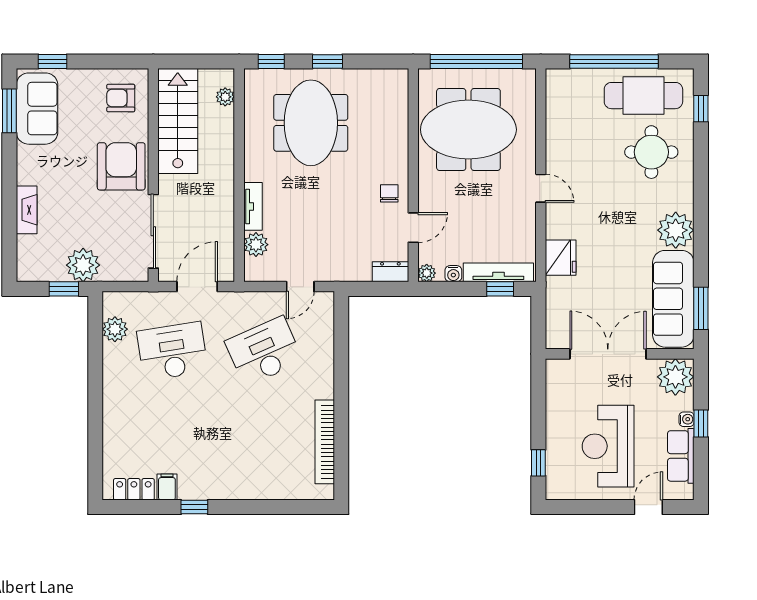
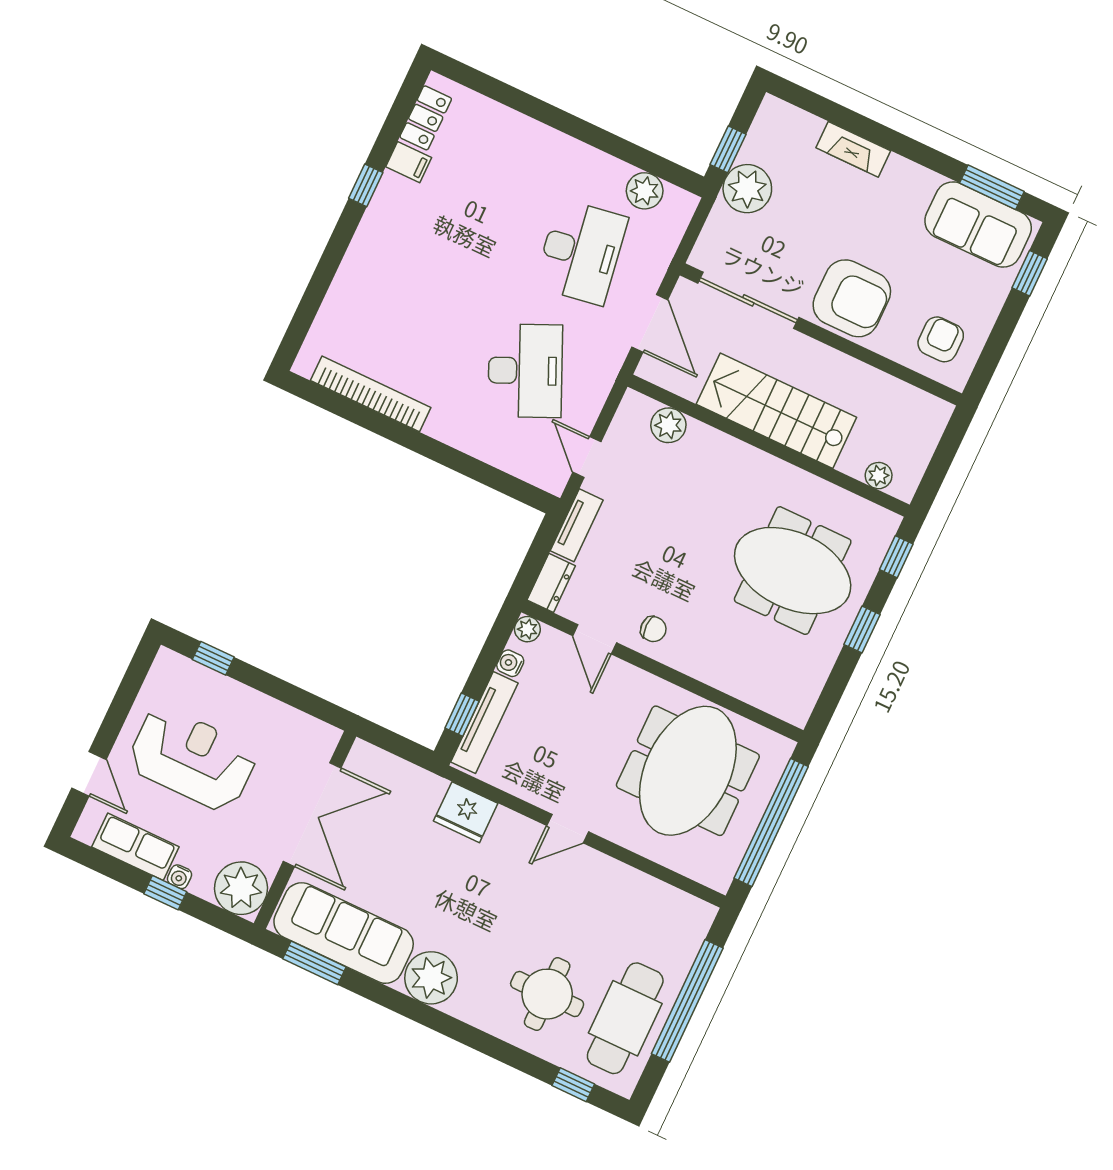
stairs: (178, 121) -> (776, 411), moved, turned 180
tv unit: (253, 206) -> (577, 525), moved, turned -90

